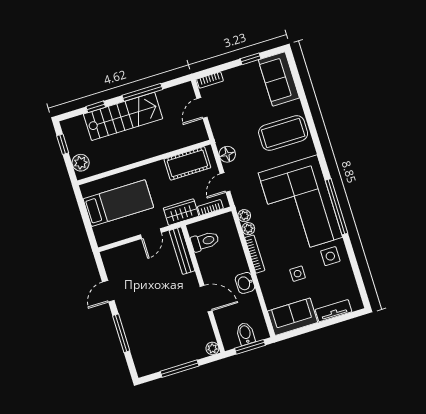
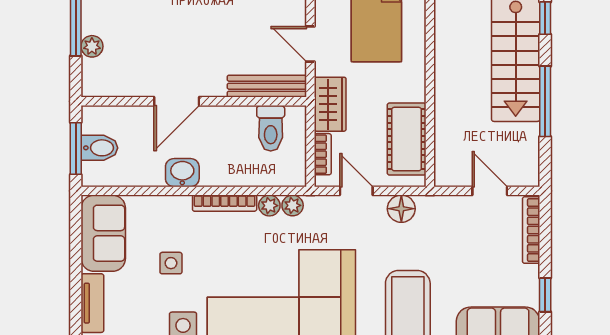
bookcase: (210, 80) -> (531, 230), width x1.56
plant: (212, 348) -> (92, 46), moved

